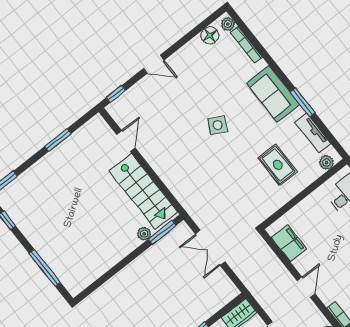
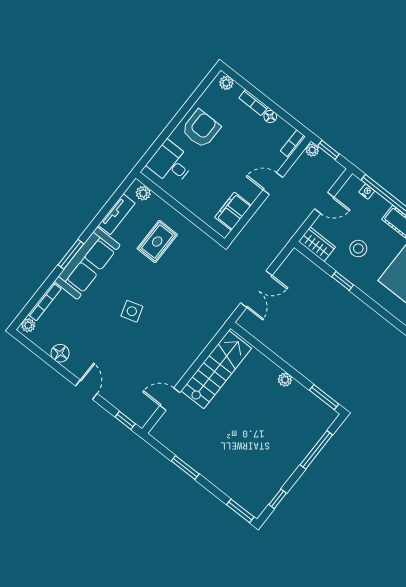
floor lamp: (210, 35) -> (60, 353), moved
sofa: (273, 94) -> (87, 263), width x1.36
window: (303, 102) -> (71, 254), moved
side table: (218, 125) -> (132, 311), turned 45
window: (162, 232) -> (324, 397), moved
plant: (144, 234) -> (285, 380), moved

